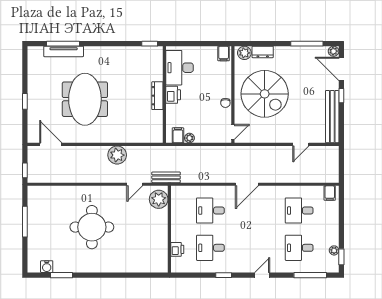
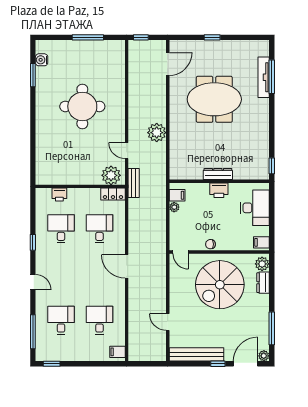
desk: (180, 68) -> (255, 208), moved, turned 90
locker: (177, 197) -> (113, 194), added
plant: (334, 250) -> (58, 356), removed

